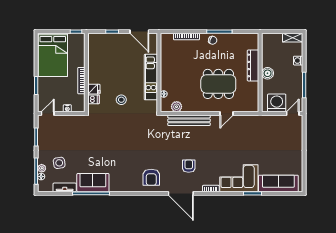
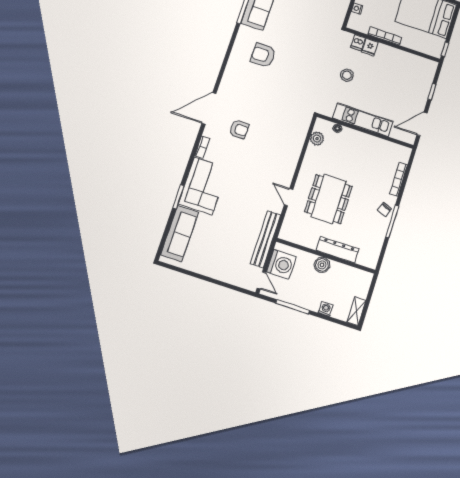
bench: (189, 120) -> (265, 239), moved
armchair: (151, 177) -> (263, 55), moved

